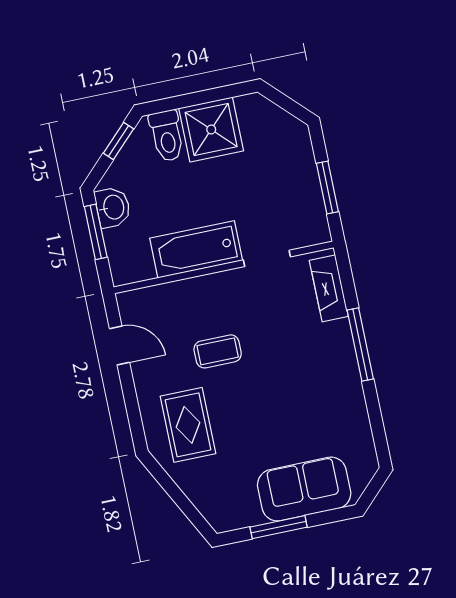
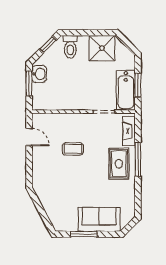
shower: (211, 129) -> (102, 48), moved
bathtub: (196, 249) -> (126, 90), moved, turned -90
rug: (188, 425) -> (119, 164), moved

